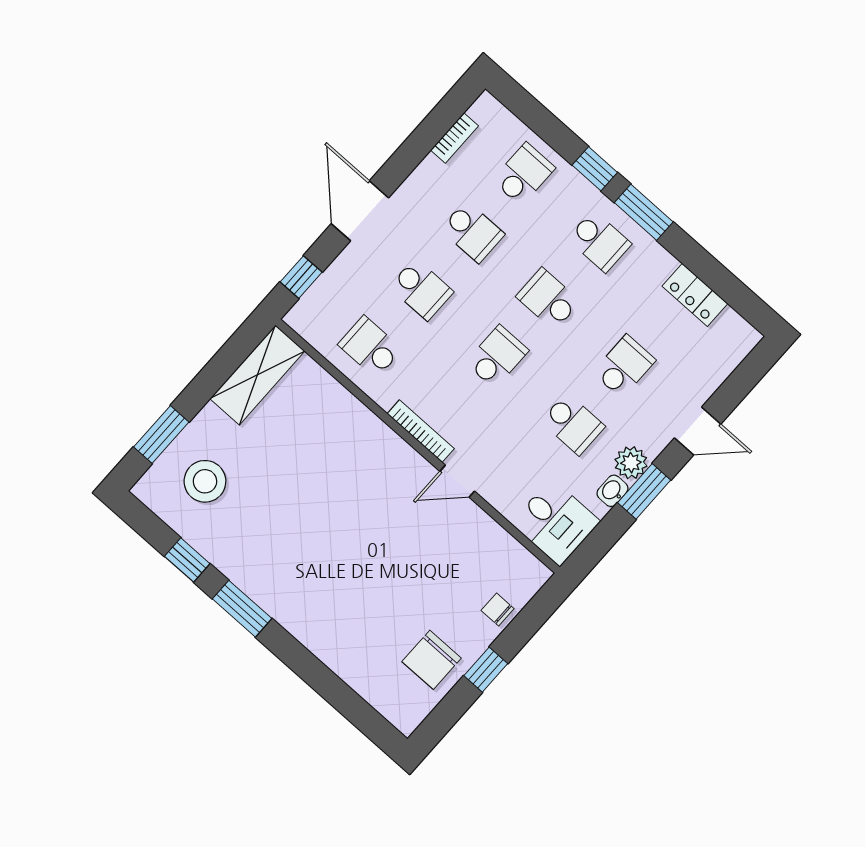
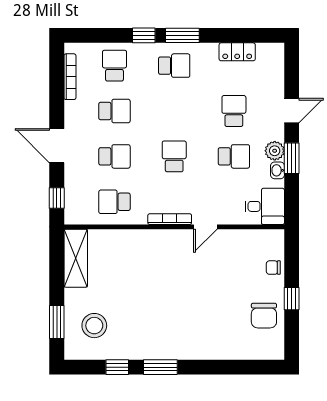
bookcase: (455, 138) -> (70, 77), width x1.56
school desk: (548, 299) -> (174, 111), removed

